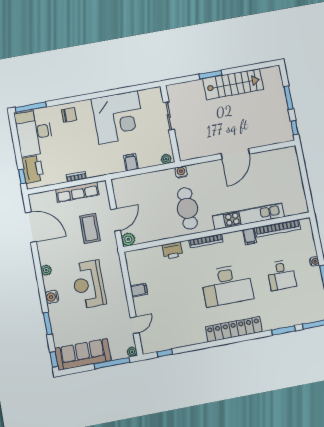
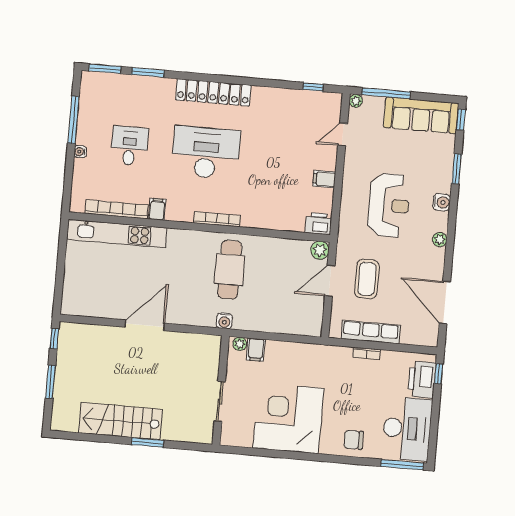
filing cabinet: (131, 162) -> (256, 350), moved
kitchen unit: (248, 216) -> (117, 234), moved
printer: (172, 251) -> (318, 224), moved

